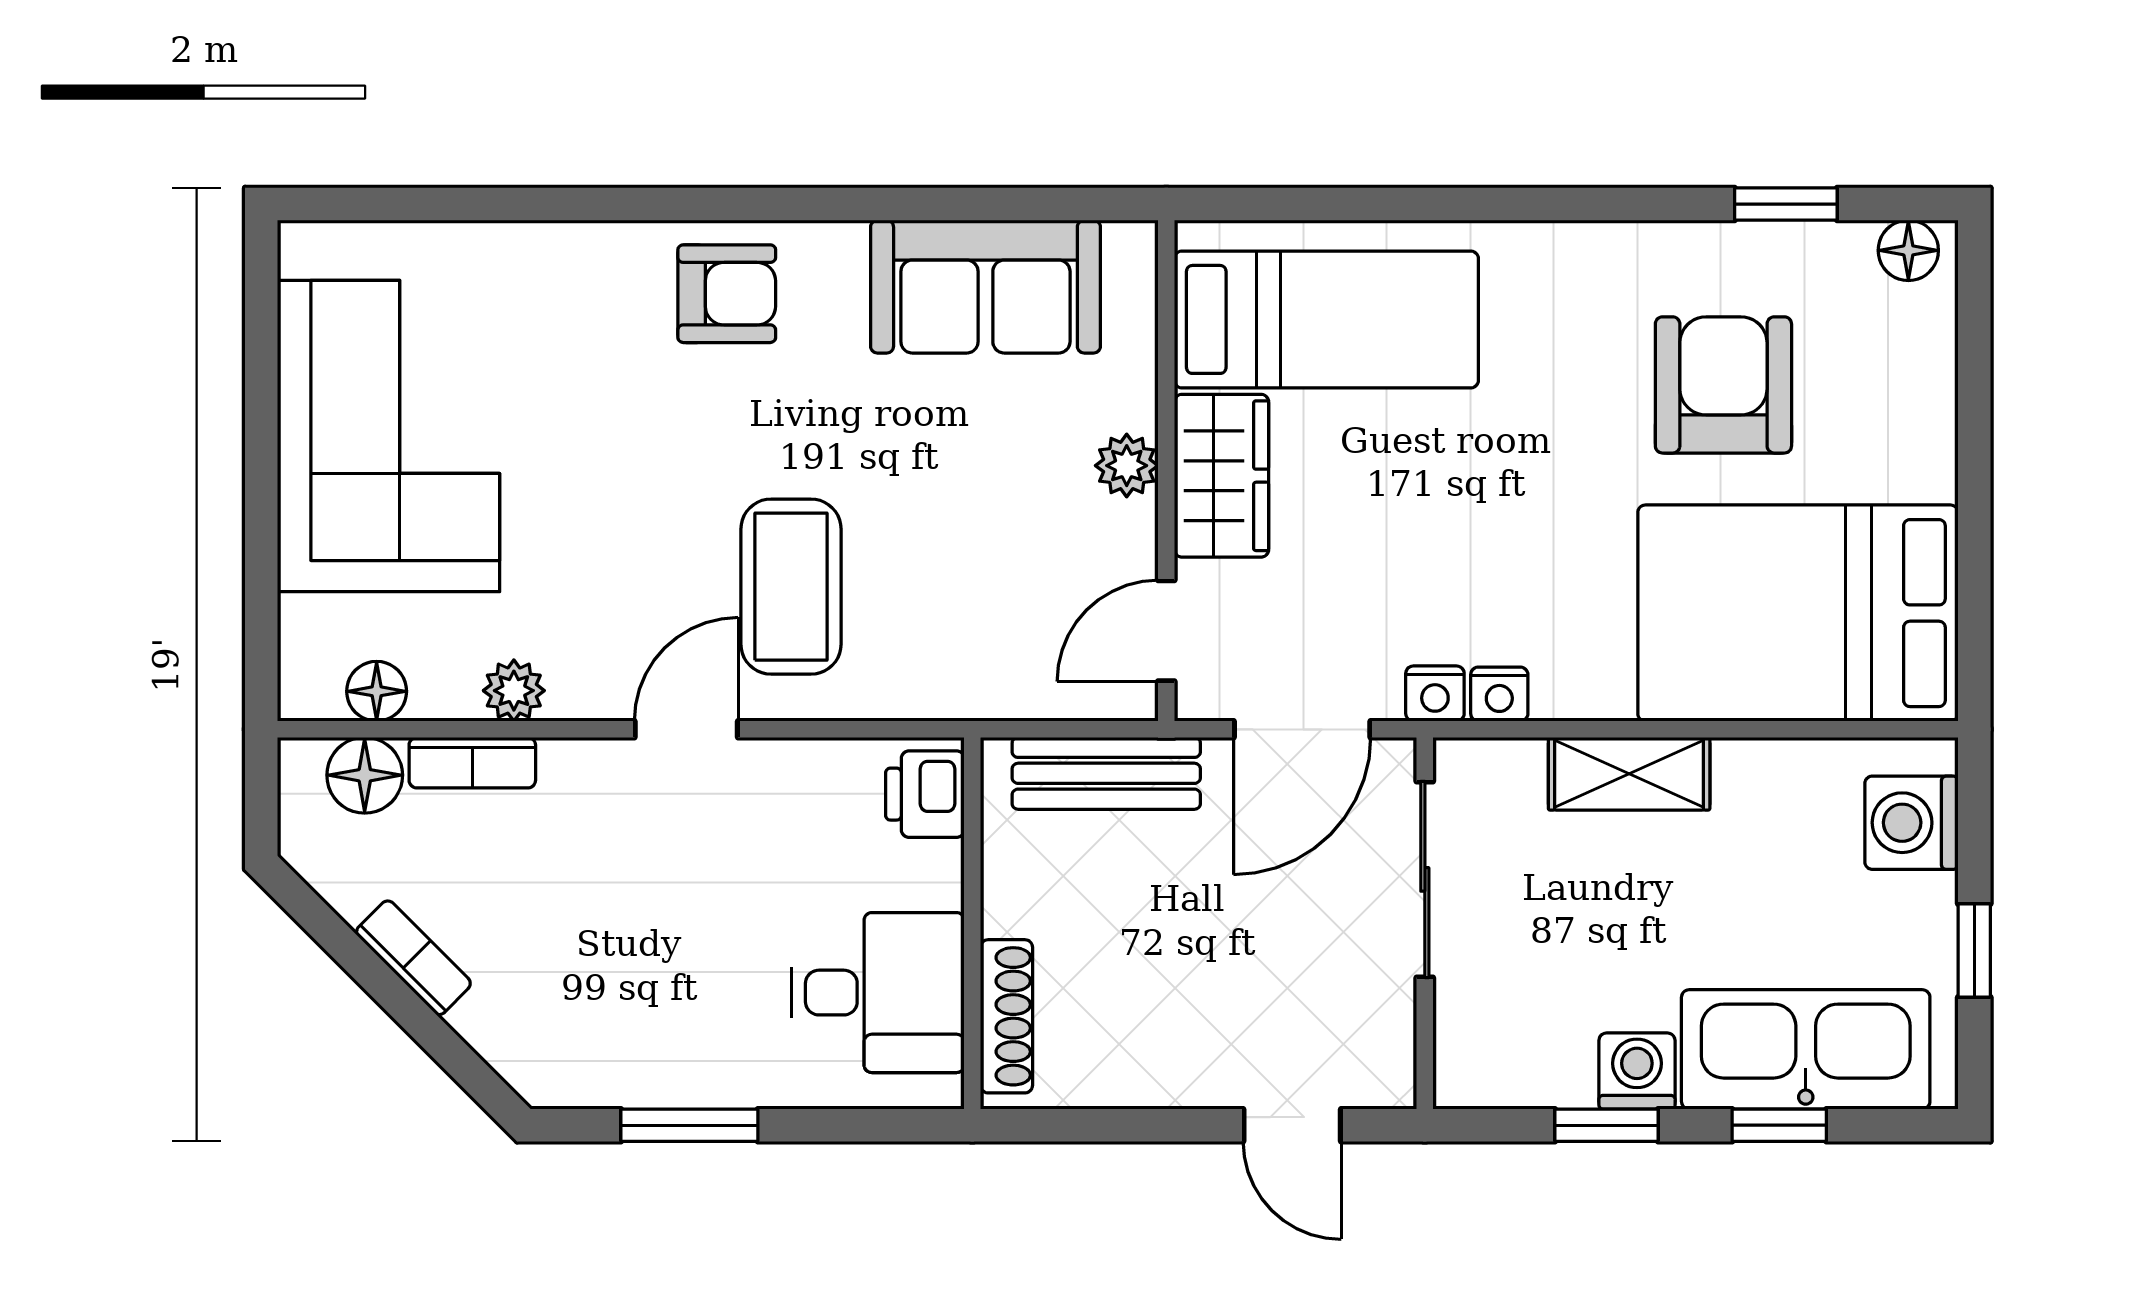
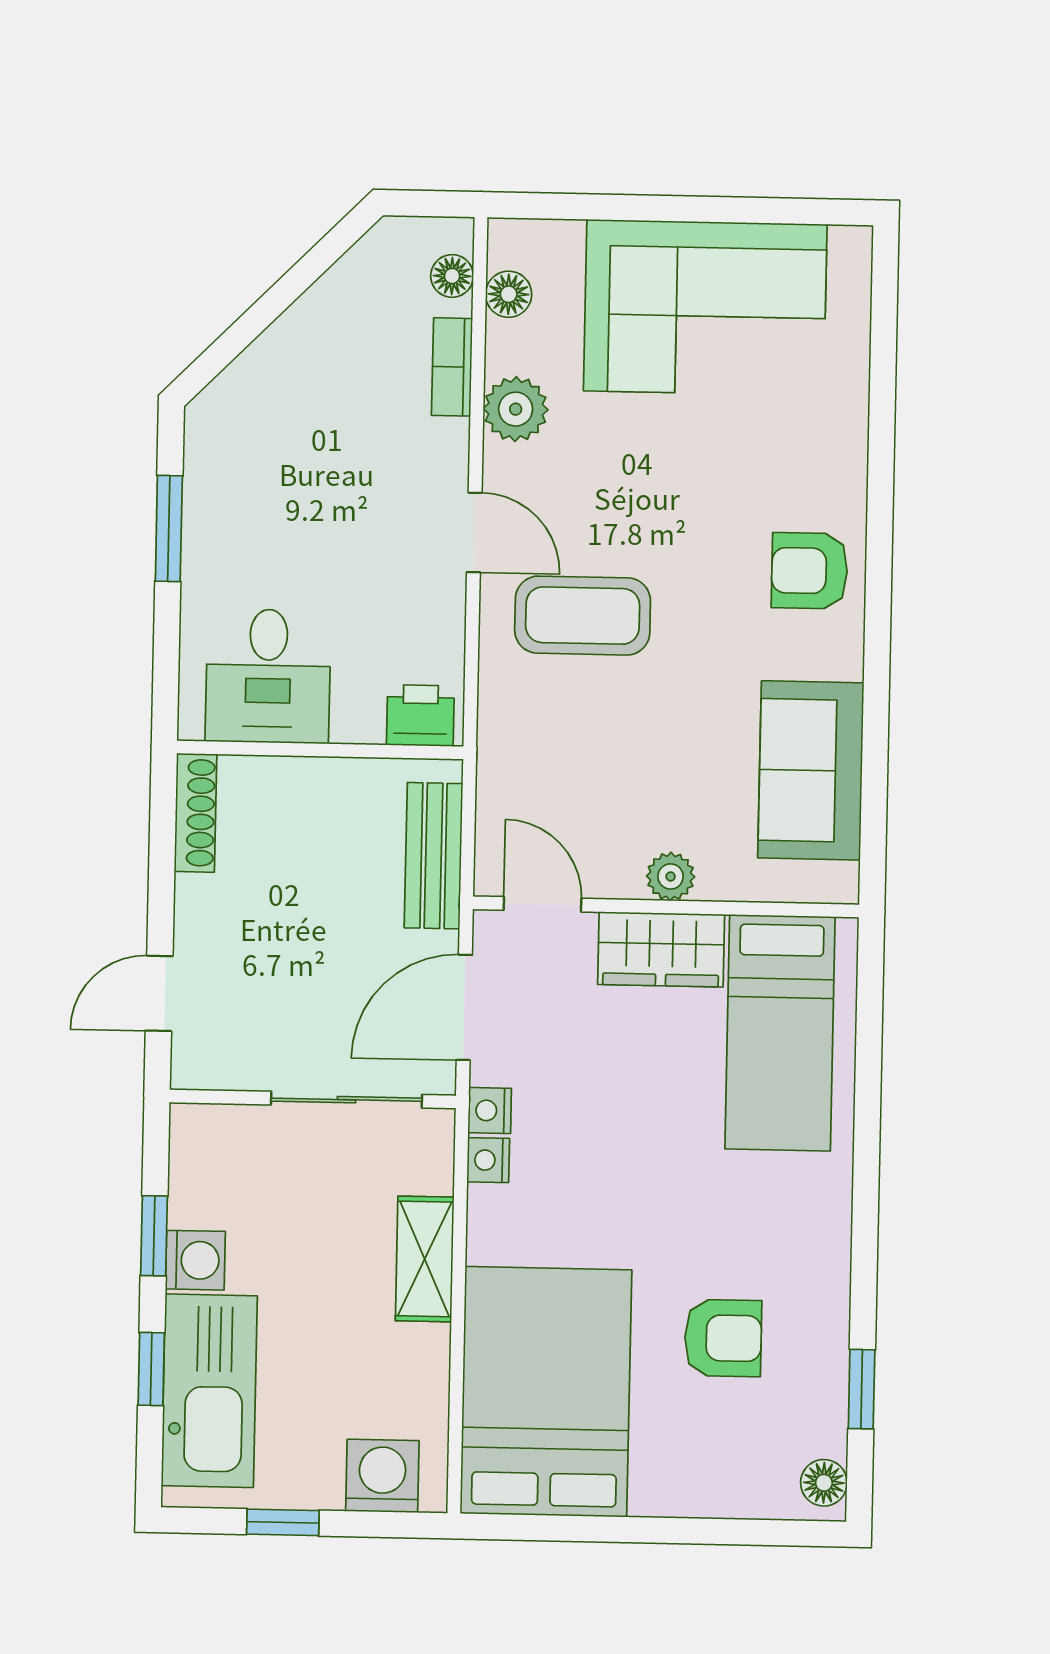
armchair: (727, 294) -> (810, 571), turned 90
armchair: (1723, 385) -> (723, 1338), width x0.72, depth x0.72
plant: (514, 691) -> (516, 409), width x1.38, depth x1.38
door: (1302, 729) -> (464, 1007), hinge flipped
floor lamp: (365, 775) -> (452, 276), width x0.73, depth x0.73
bookcase: (413, 958) -> (302, 318), removed
shoe rack: (1006, 1016) -> (195, 813), moved, turned -90

